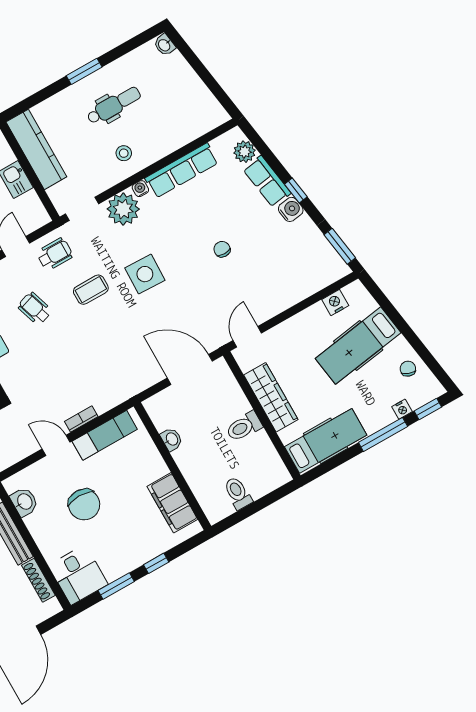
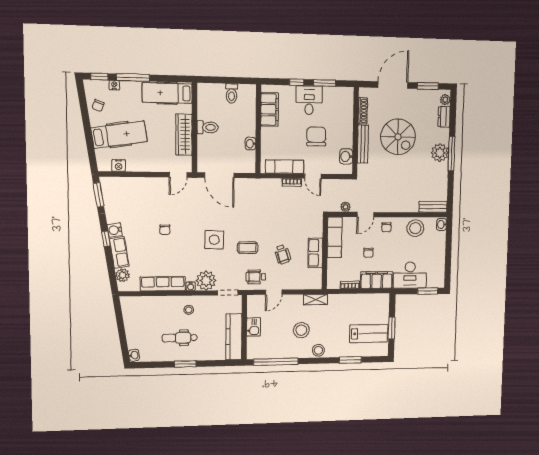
desk: (78, 575) -> (309, 100), moved

